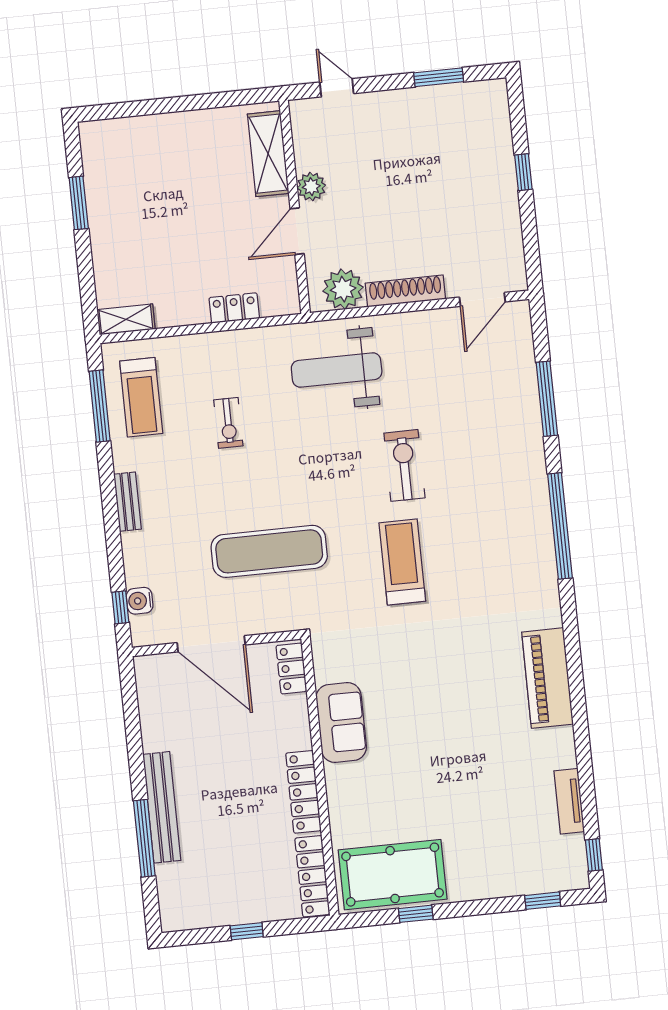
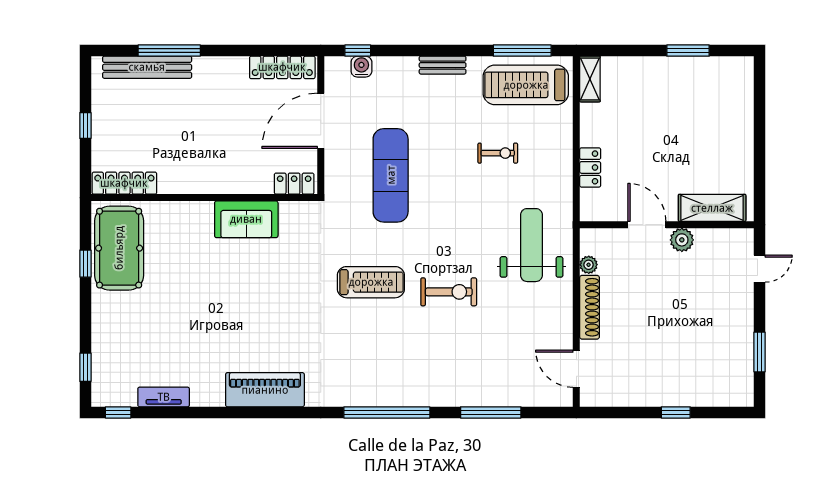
plant: (343, 289) -> (589, 265), width x0.53, depth x0.53
treadmill: (141, 397) -> (526, 85), width x1.37, depth x1.38
exercise bike: (228, 423) -> (498, 153), turned 180
locker: (303, 792) -> (282, 67), moved, turned 180
bench: (162, 807) -> (147, 67), moved

